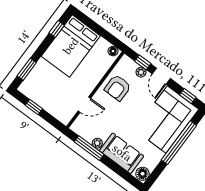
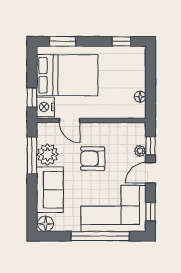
bed: (71, 46) -> (67, 75), moved, turned 180
floor lamp: (113, 51) -> (140, 97), moved
armchair: (118, 88) -> (93, 159), moved
window: (34, 107) -> (32, 97), moved
nightstand: (63, 114) -> (45, 107), added
plant: (97, 143) -> (48, 155), width x1.88, depth x1.88

